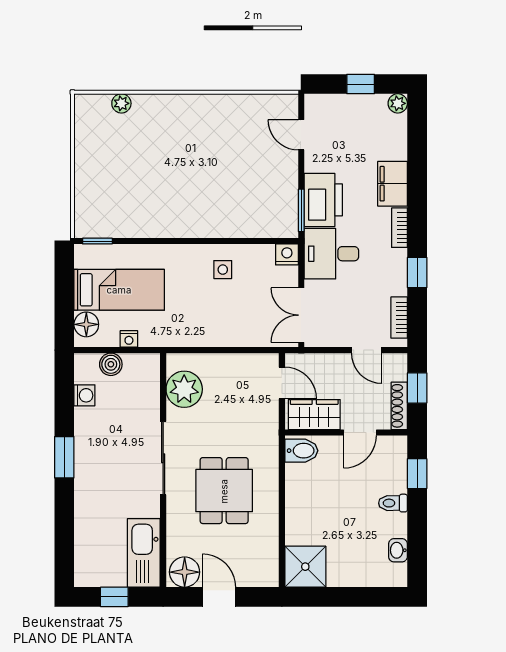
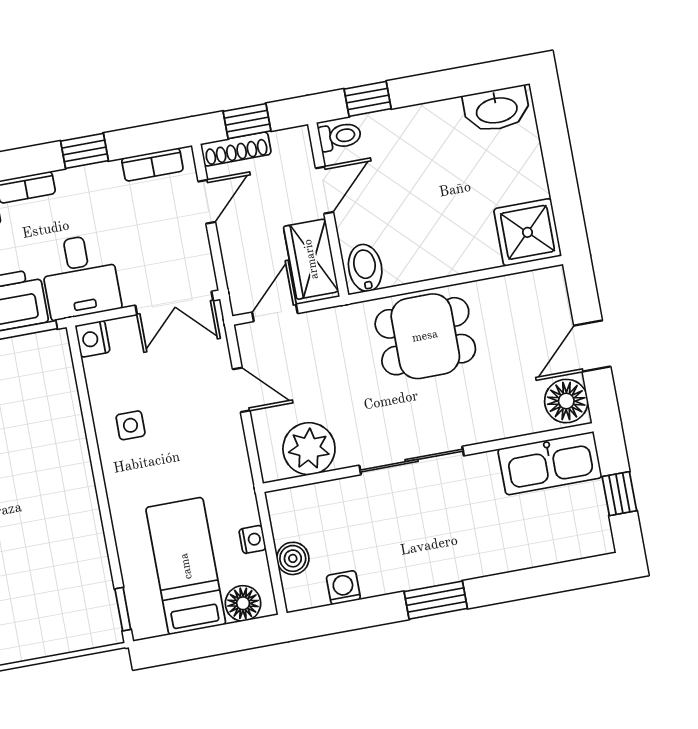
door: (233, 350) -> (241, 390), added
shoe rack: (399, 406) -> (236, 149), moved
door: (360, 433) -> (325, 190), hinge flipped
dining table: (224, 491) -> (425, 336), moved
toilet: (393, 503) -> (340, 136), moved, turned -90
washbasin: (398, 550) -> (497, 109), width x1.91, depth x1.45

